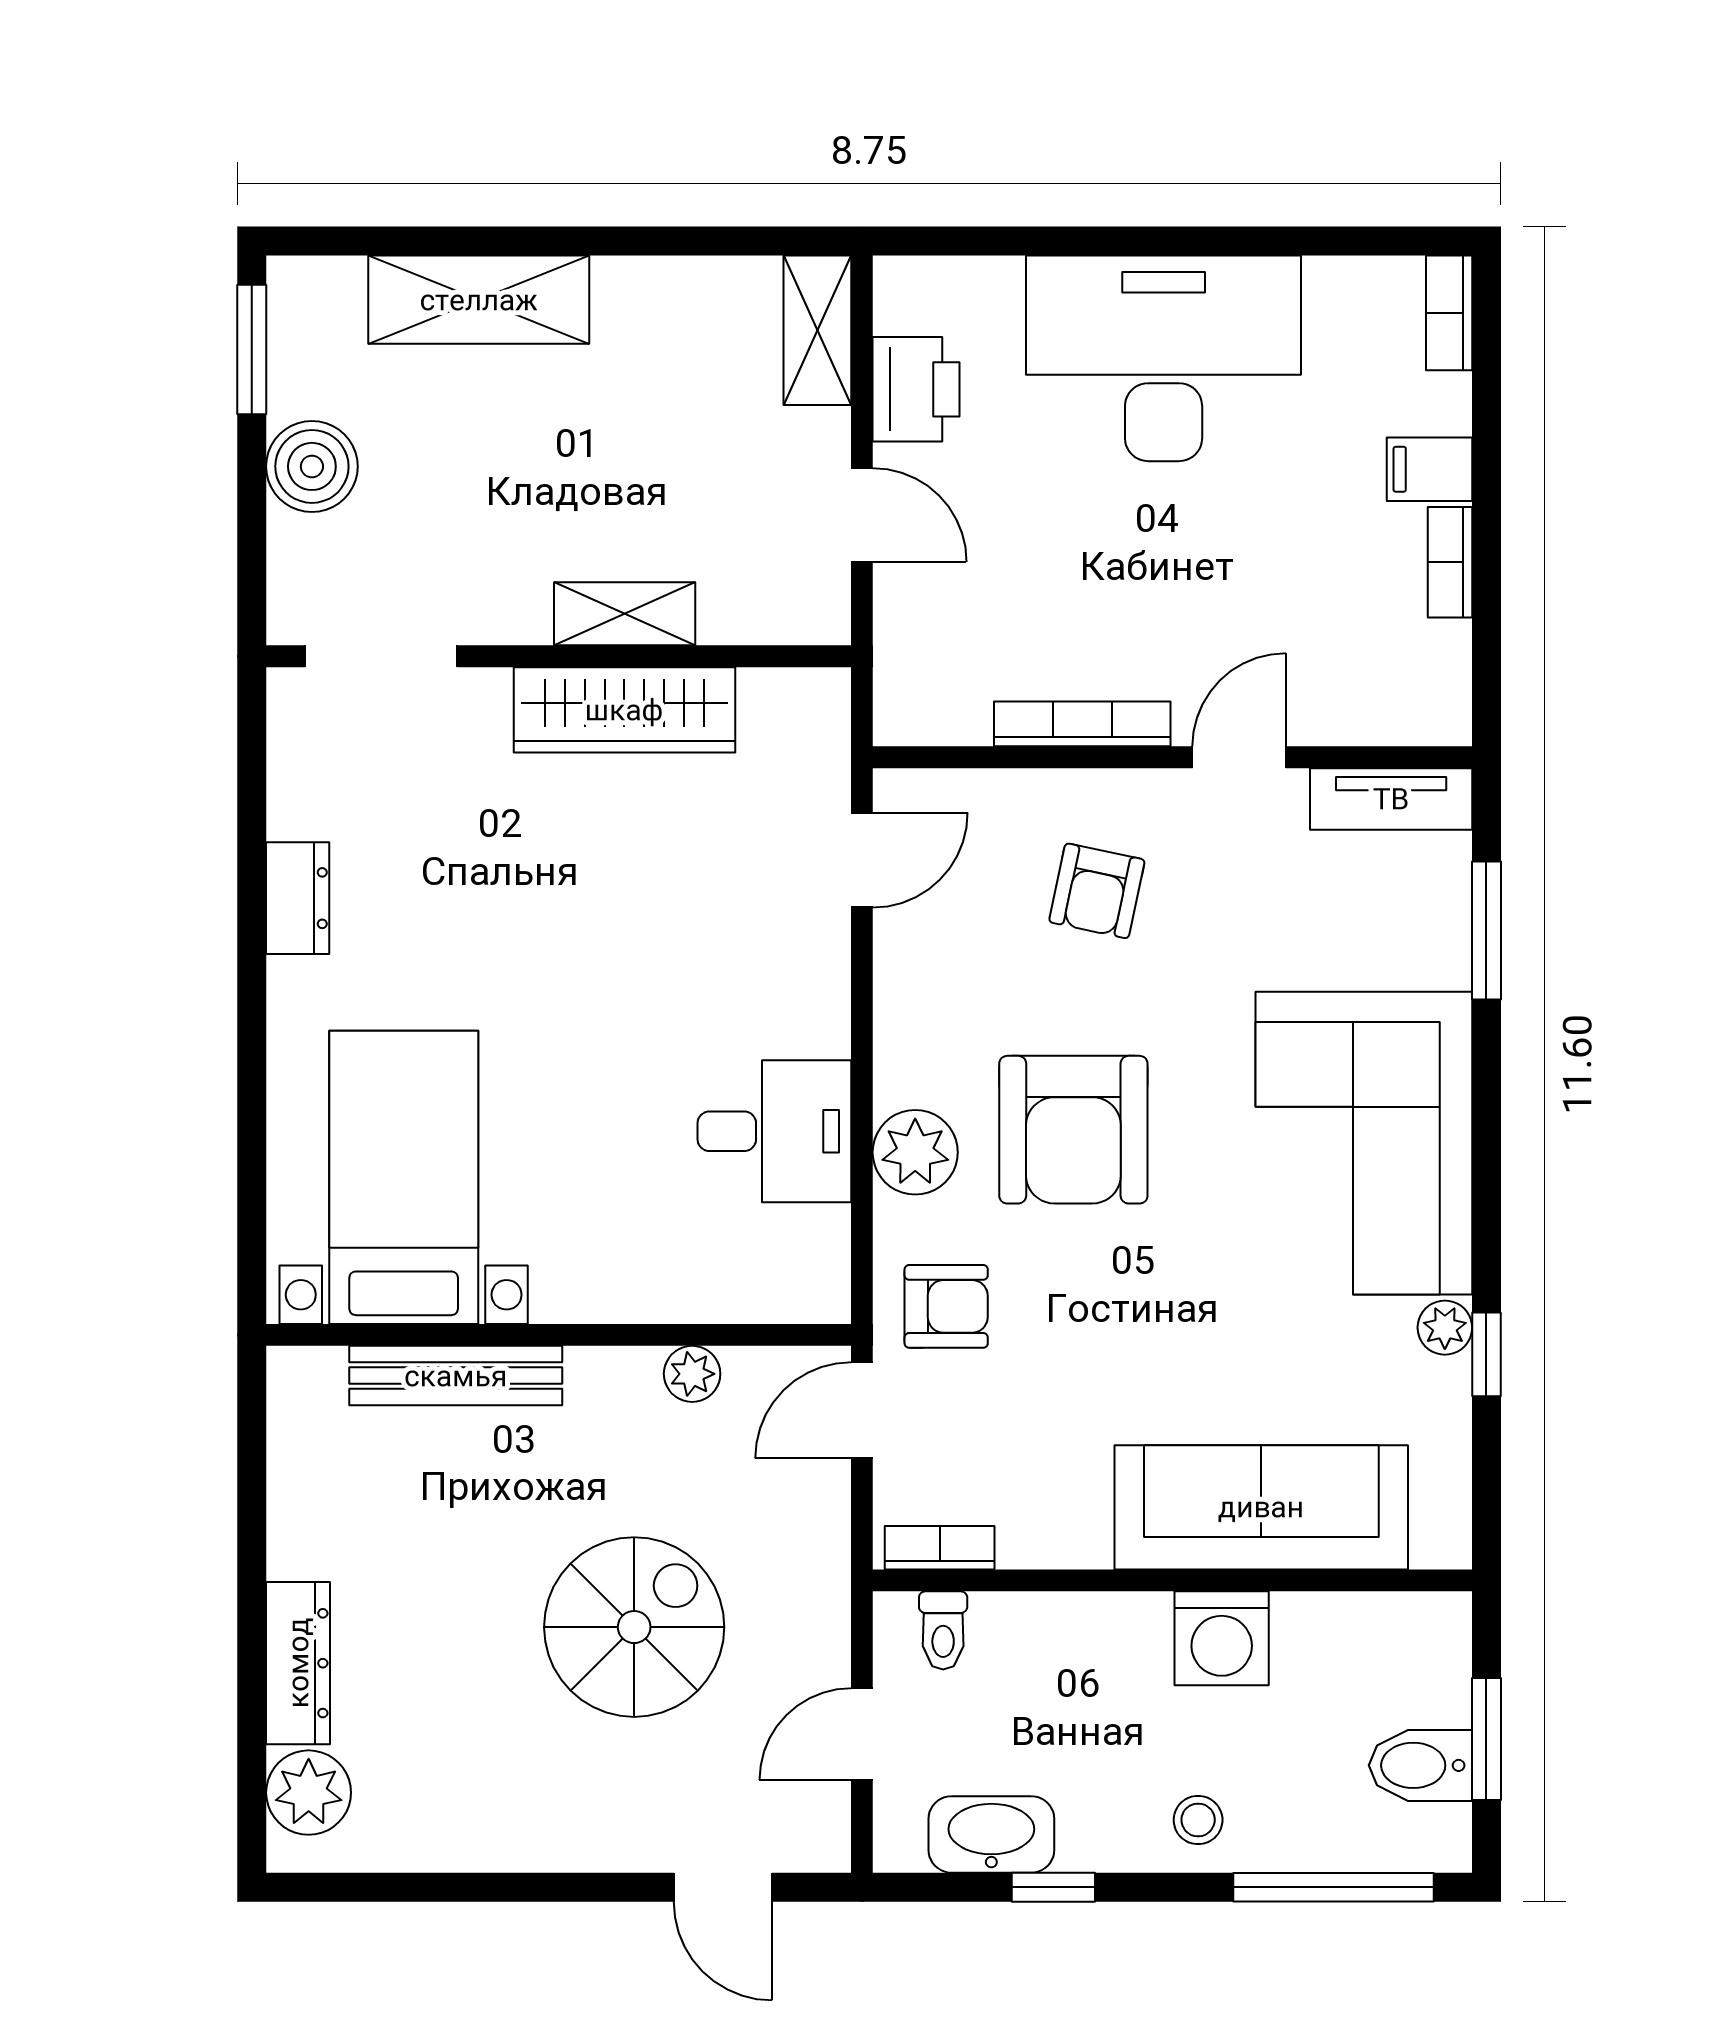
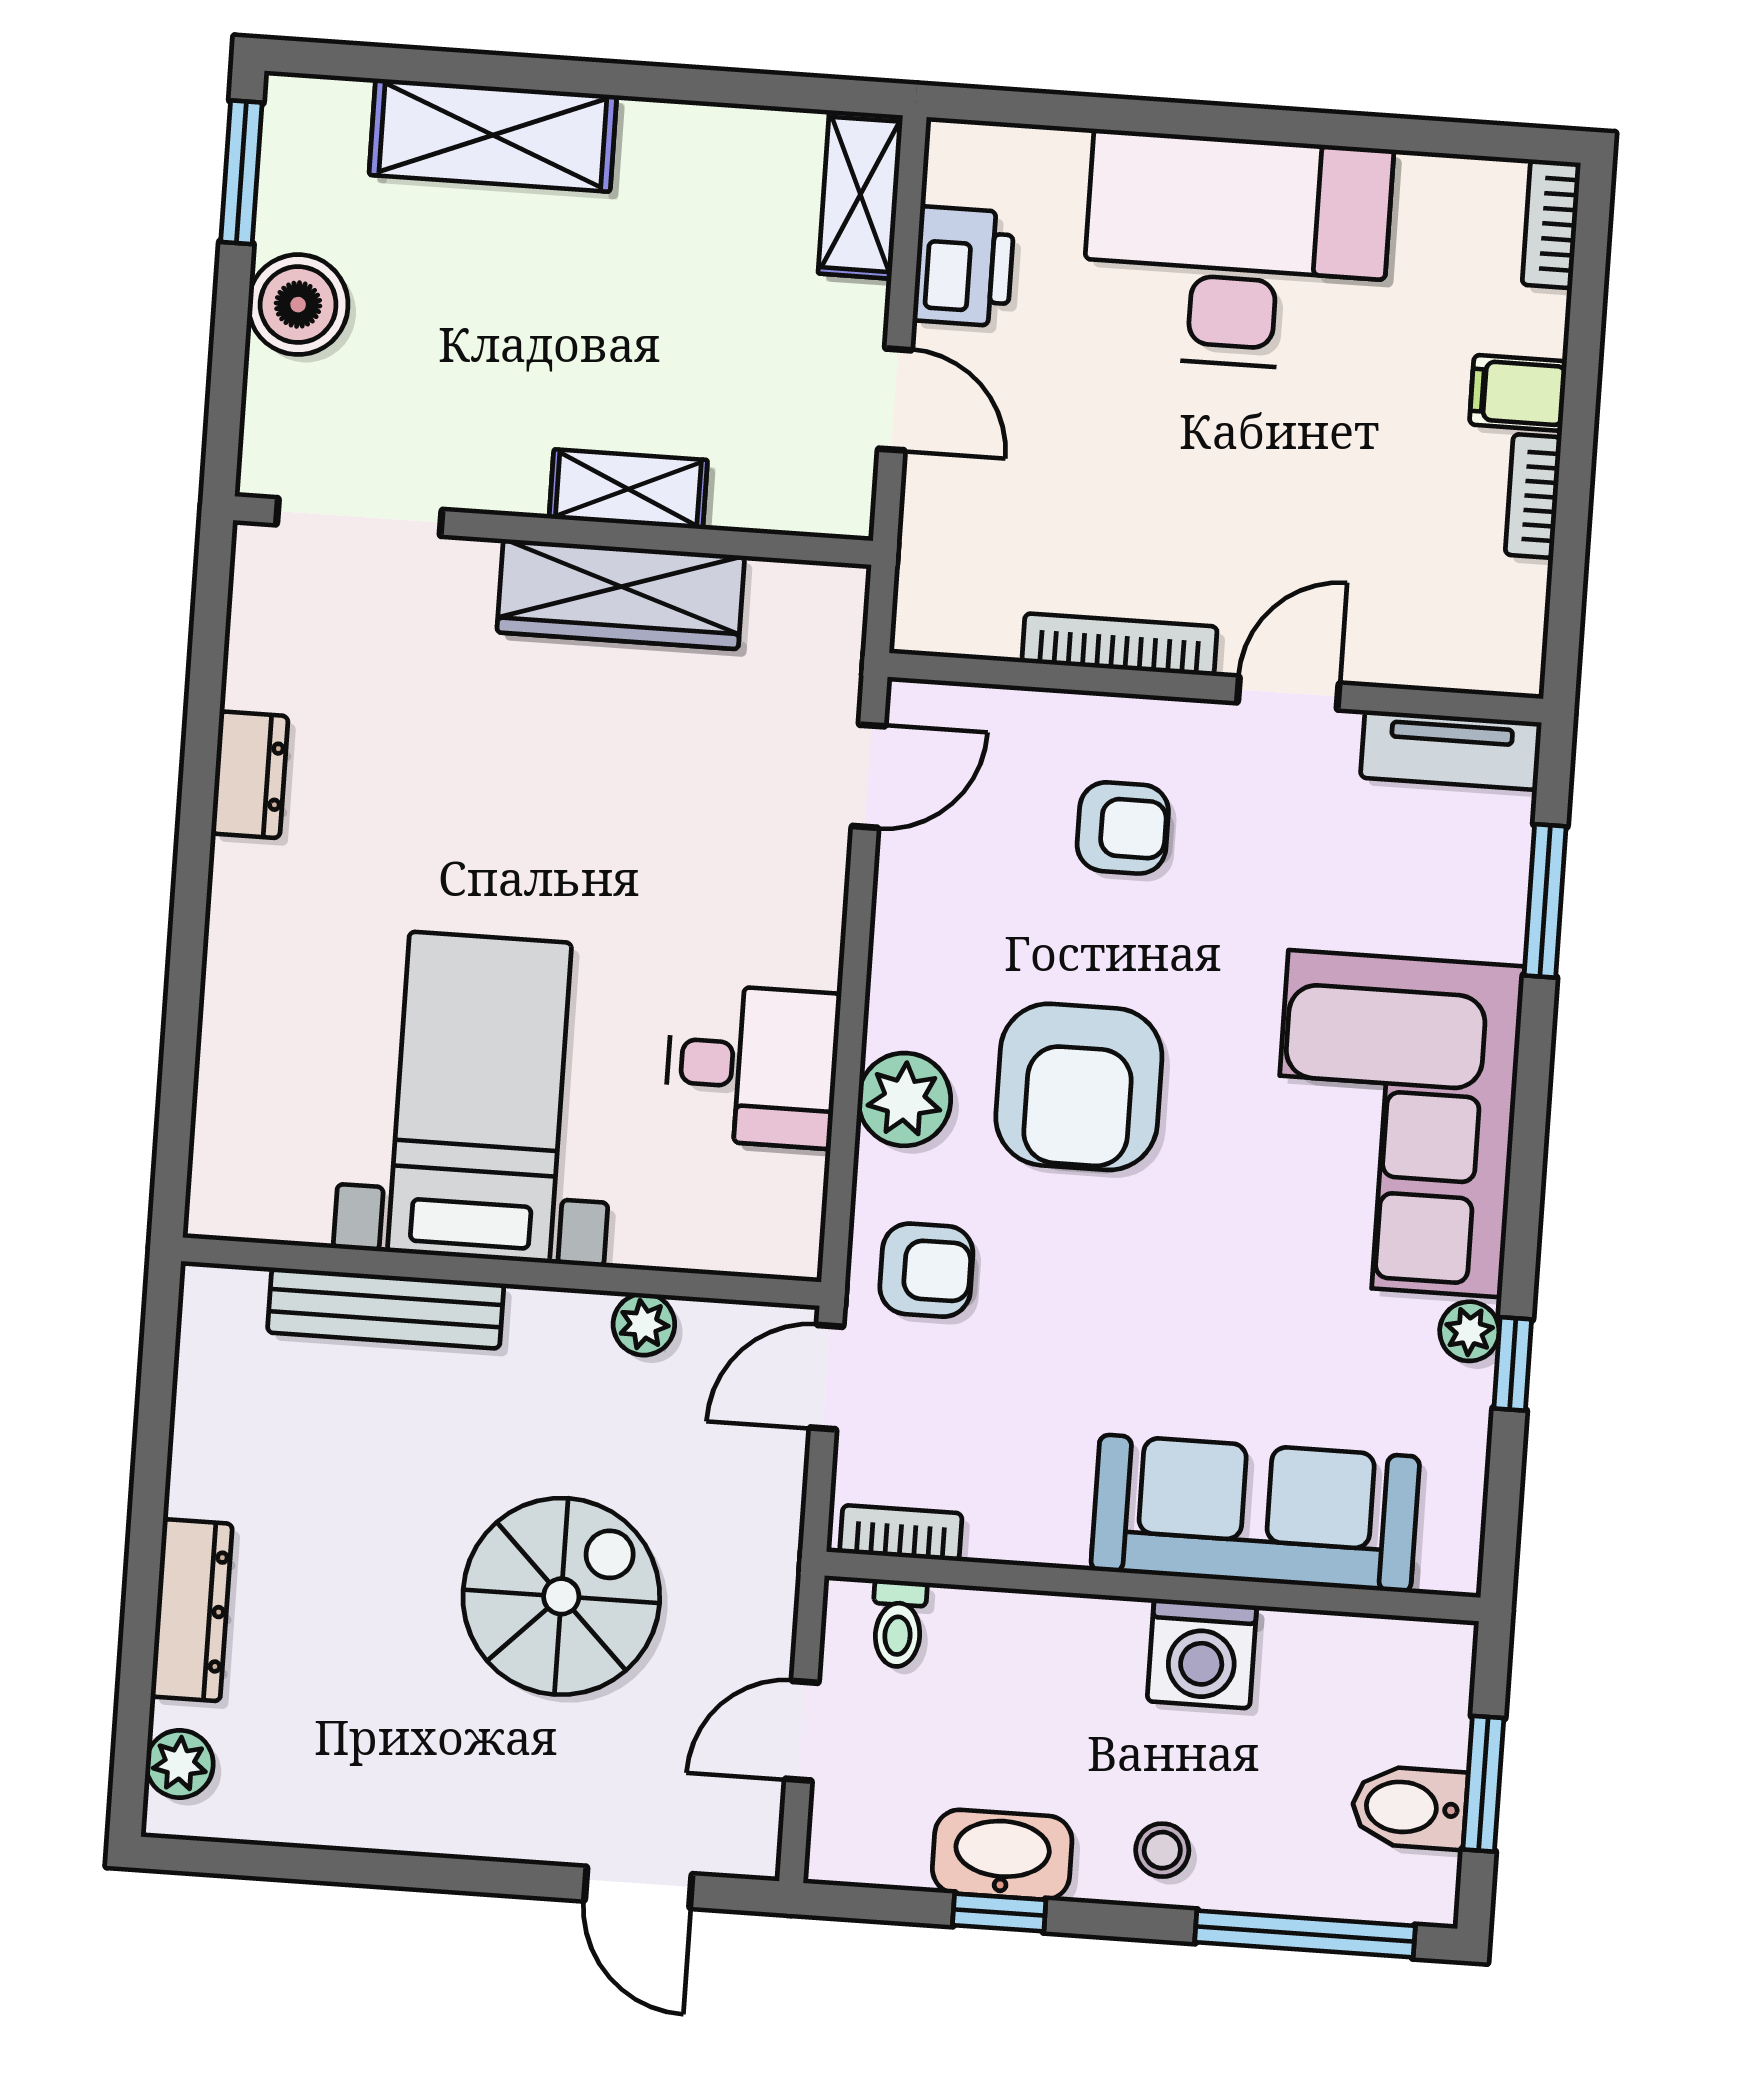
armchair: (1097, 891) -> (1123, 828), turned -102
bed with nightstands: (404, 1177) -> (479, 1097), moved
plant: (309, 1793) -> (180, 1764), width x0.73, depth x0.73
washbasin: (991, 1834) -> (1002, 1855), moved

